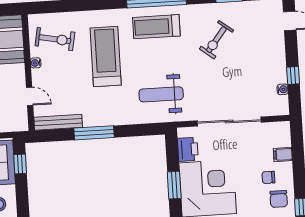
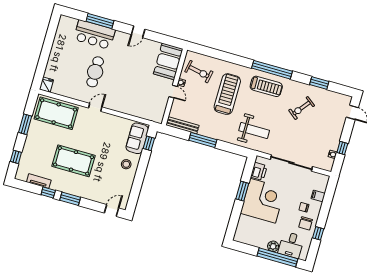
treadmill: (156, 27) -> (266, 86), turned 180
weight bench: (161, 94) -> (254, 131), turned 180
door: (30, 96) -> (173, 91), moved

